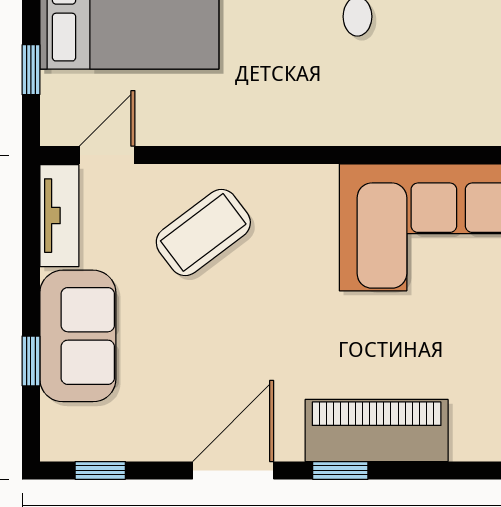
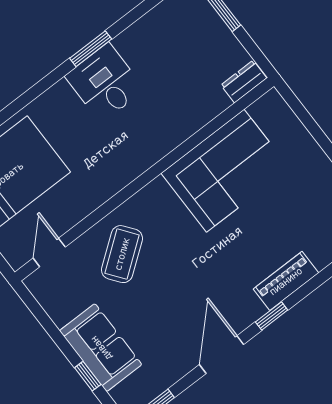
tv unit: (59, 216) -> (49, 298), removed
piano: (377, 430) -> (286, 281), width x0.73, depth x0.75

